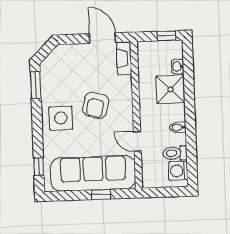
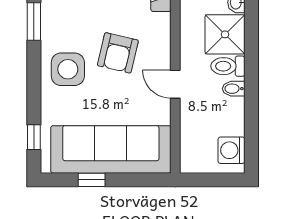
door: (137, 141) -> (175, 84), moved
toilet: (175, 153) -> (228, 66), moved
window: (101, 194) -> (92, 180), moved

